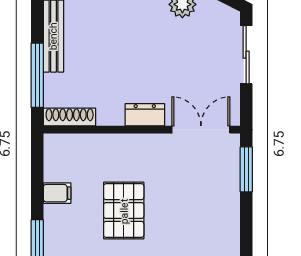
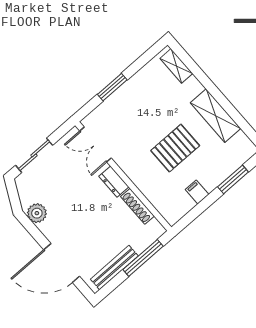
shoe rack: (70, 117) -> (137, 206), moved
window: (246, 169) -> (112, 87), moved

